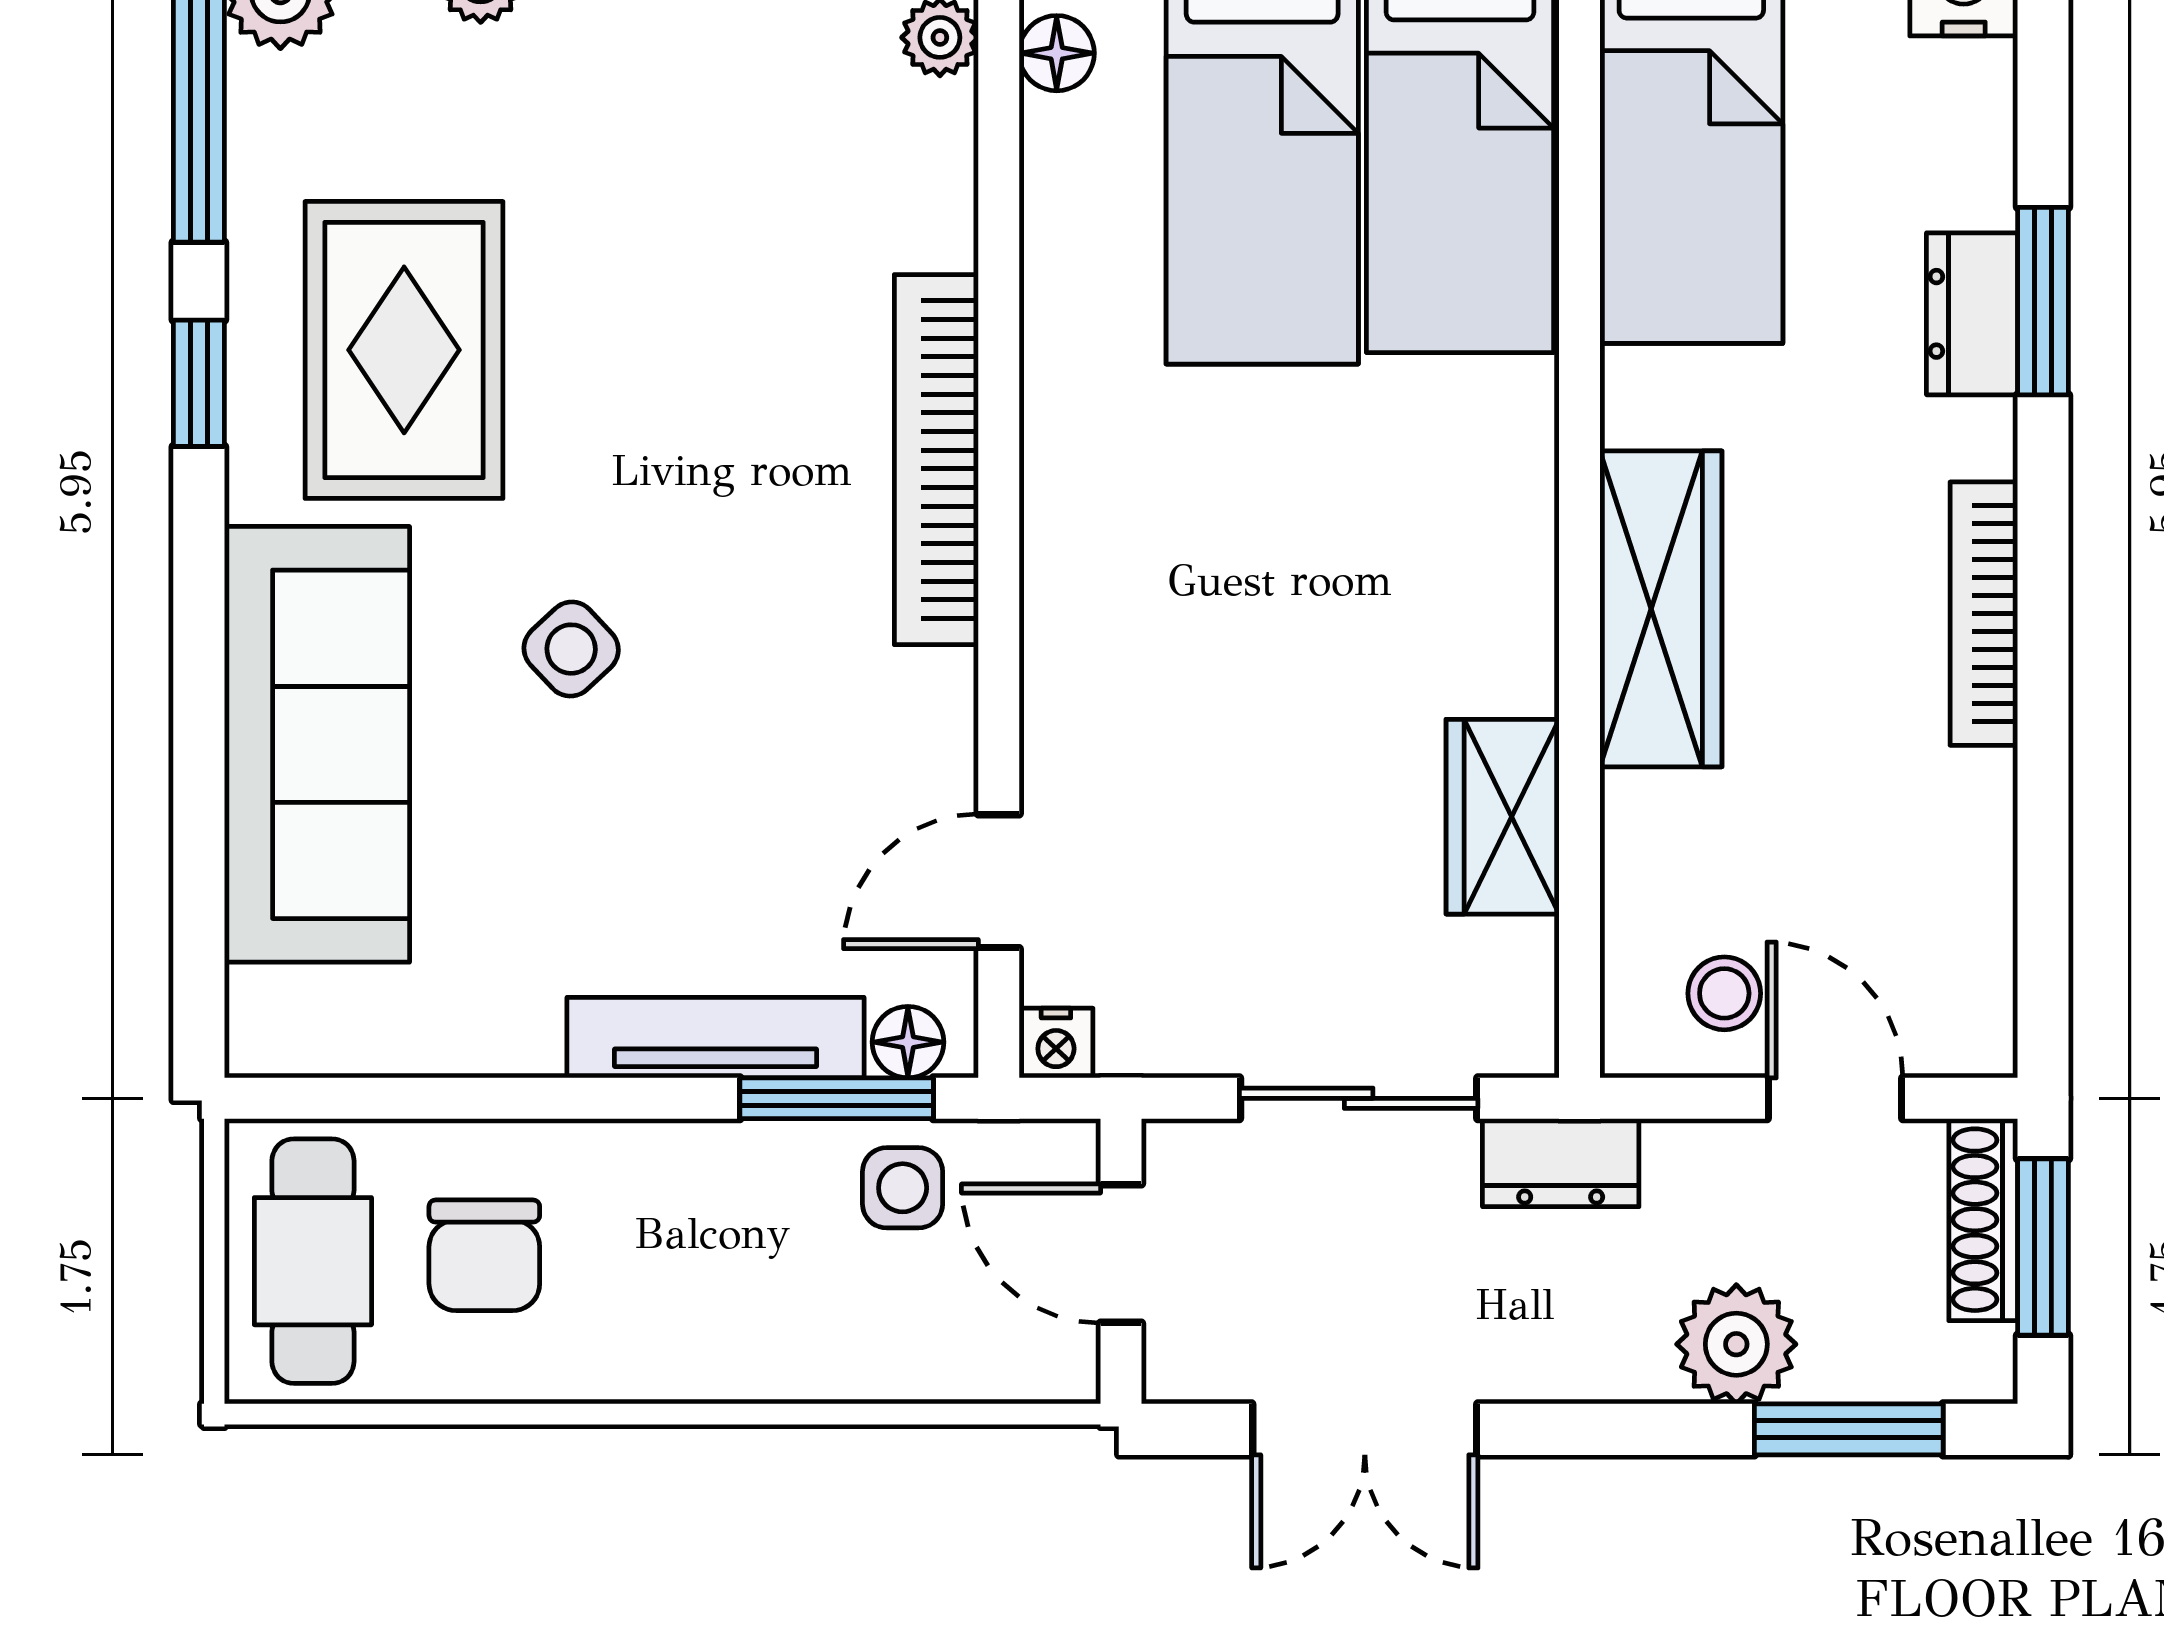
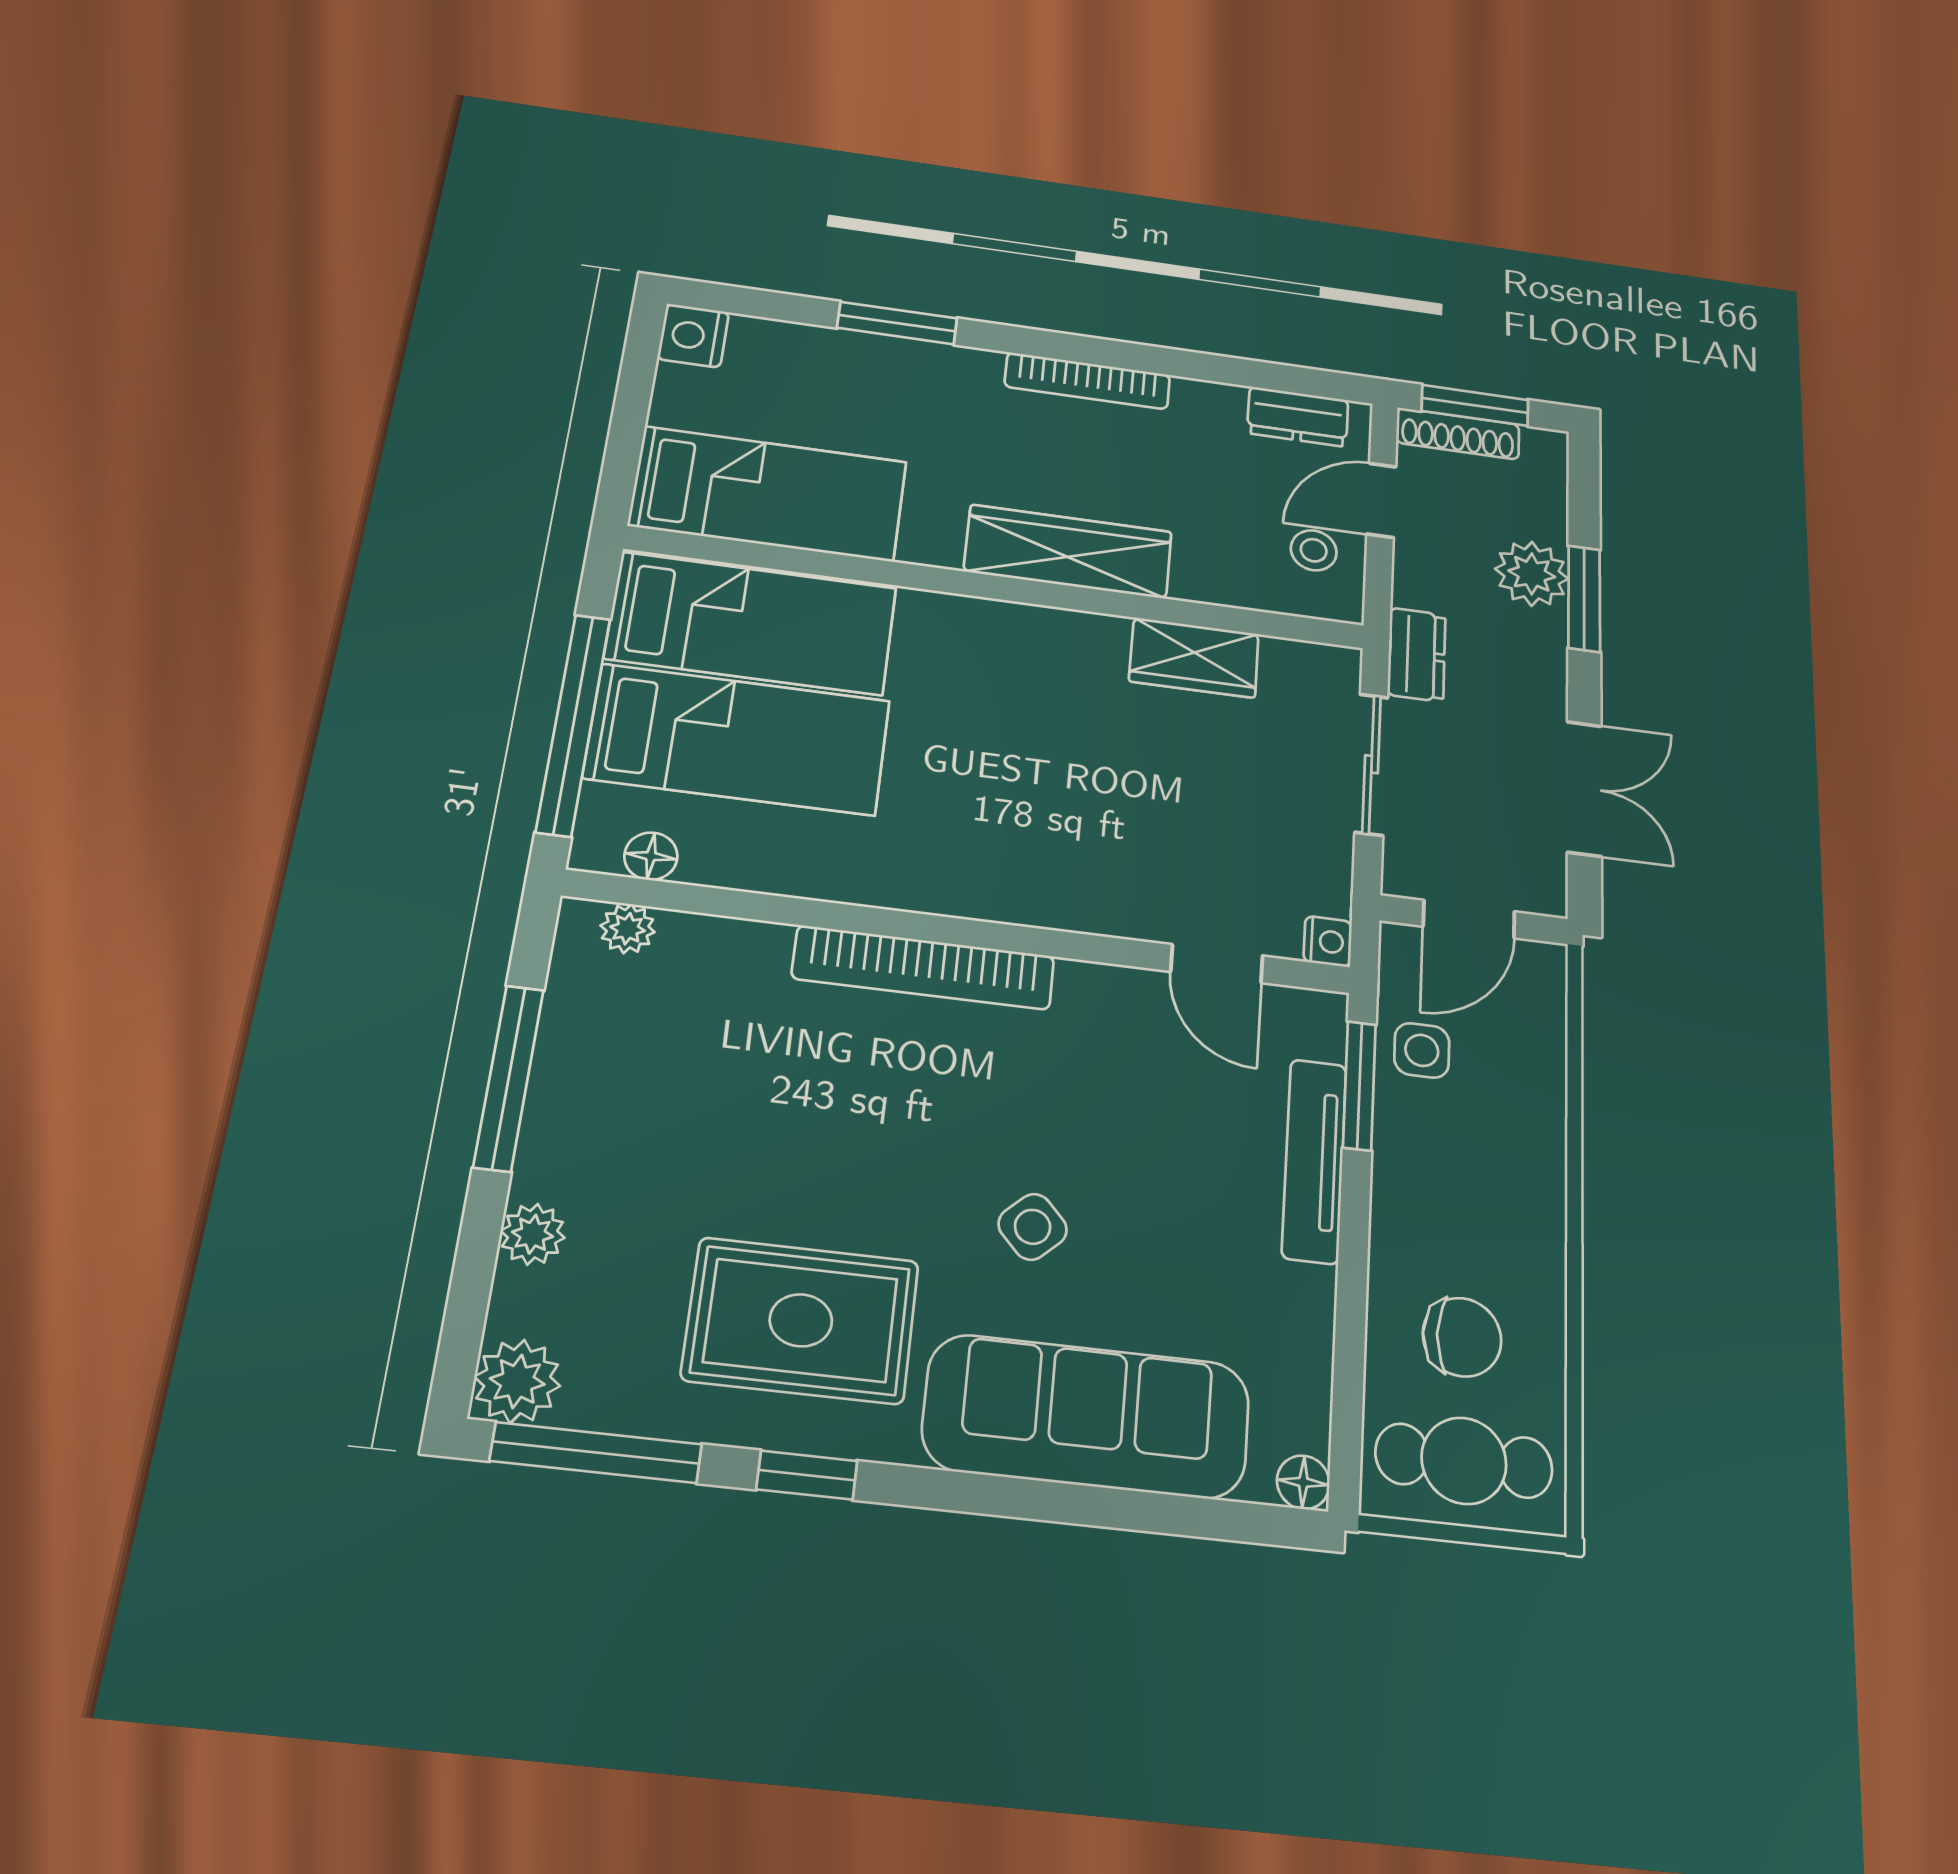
dresser: (1972, 314) -> (1298, 417), moved
floor lamp: (908, 1042) -> (1303, 1482), moved
window: (1849, 1429) -> (1584, 599), moved

